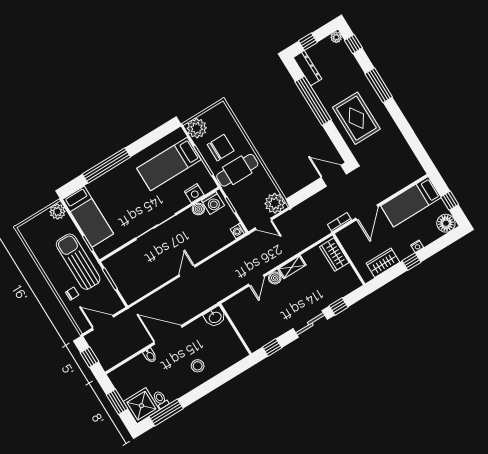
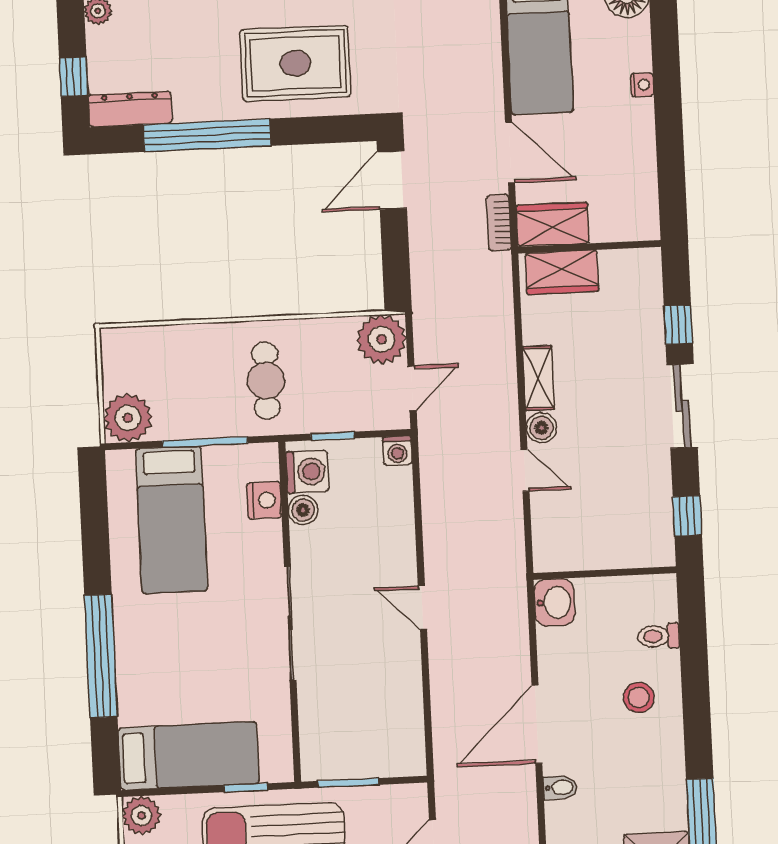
chair: (221, 148) -> (198, 390), removed
cafe table: (237, 170) -> (266, 381), width x0.73, depth x0.74
window: (412, 262) -> (668, 115), removed
wardrobe: (383, 263) -> (553, 224), moved, turned 90
toilet: (161, 400) -> (659, 636), moved

